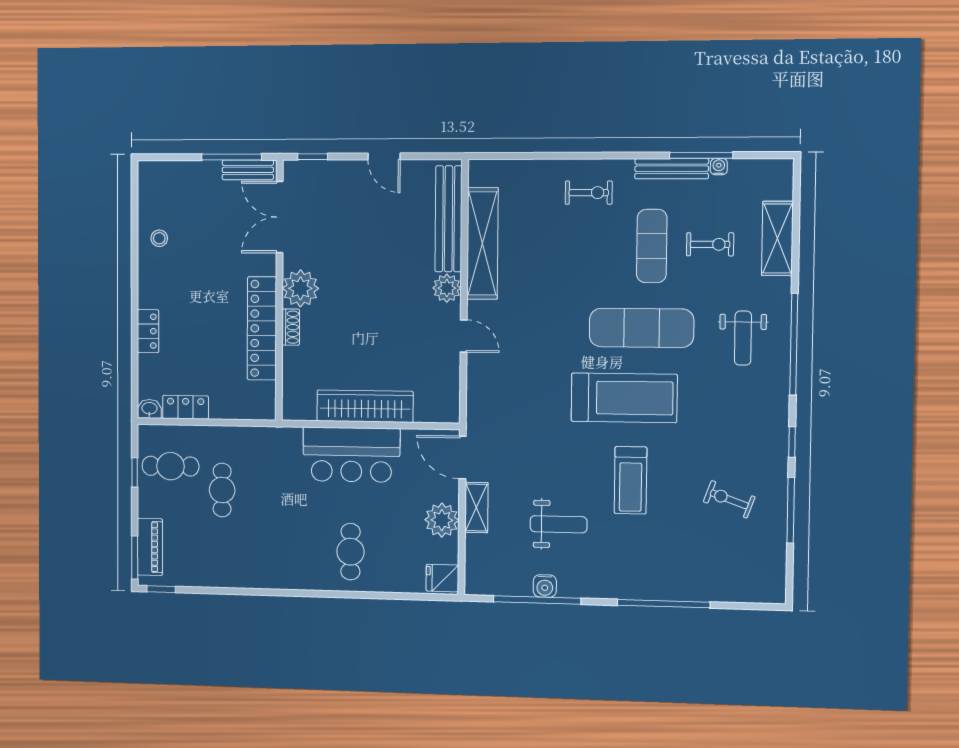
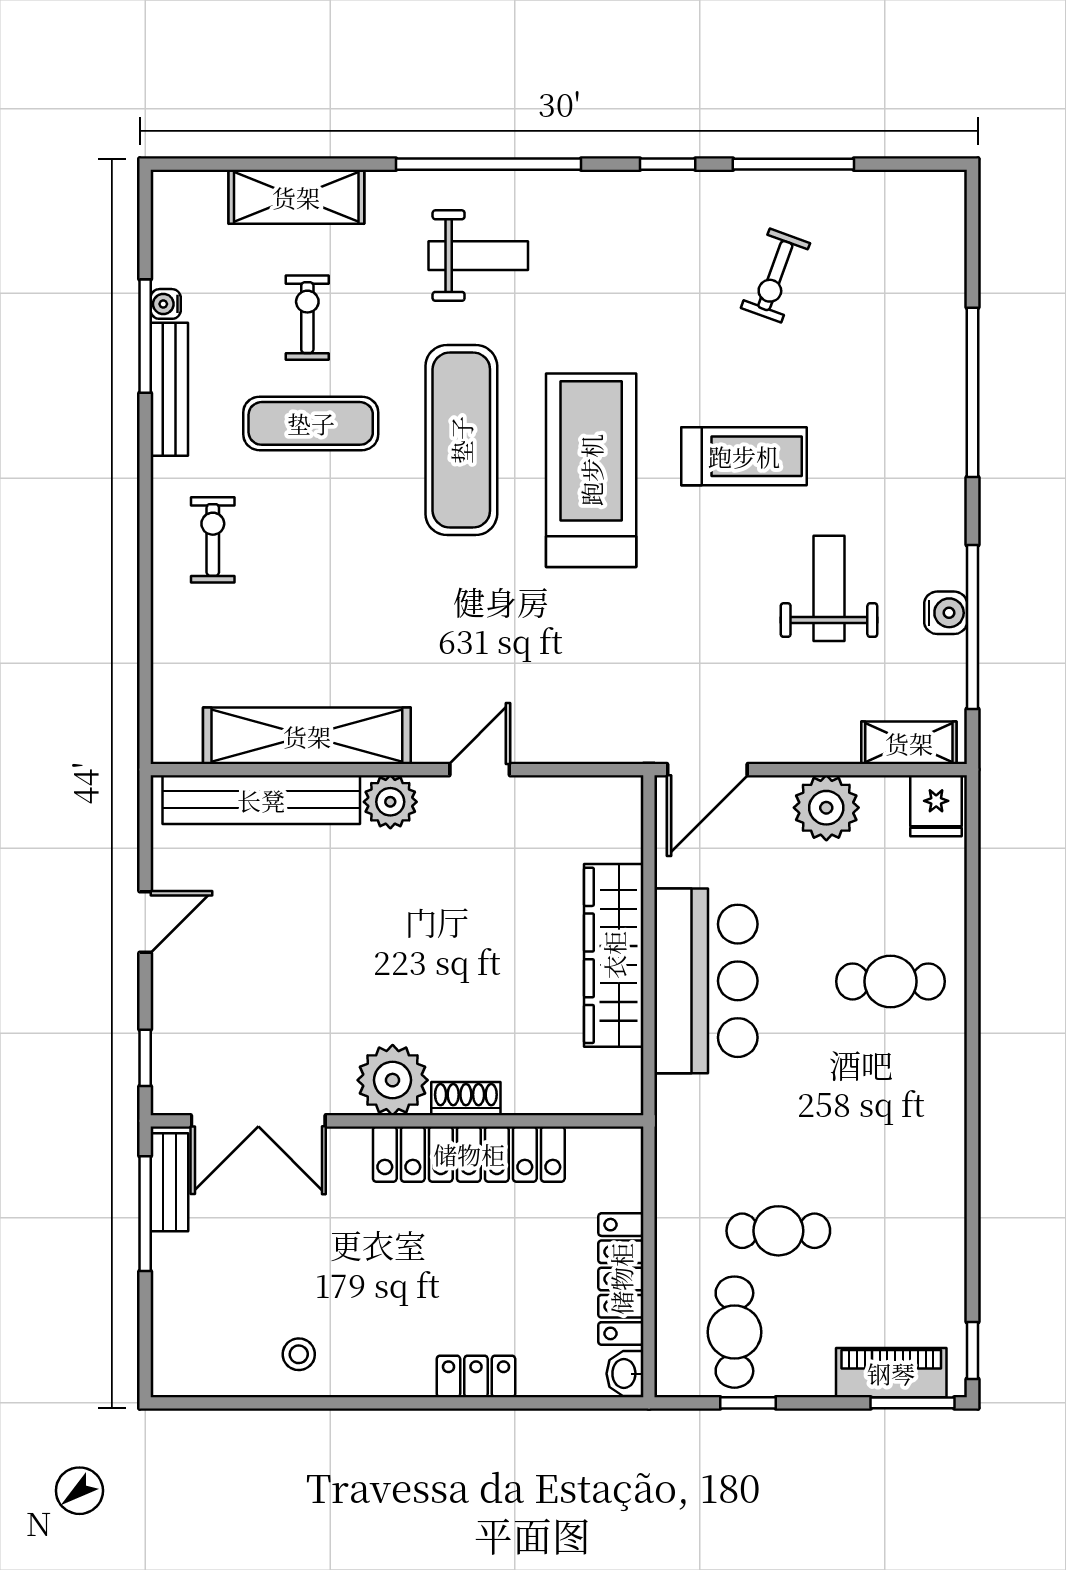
locker: (186, 407) -> (621, 1279), width x1.53
shelving: (476, 508) -> (909, 743), moved

